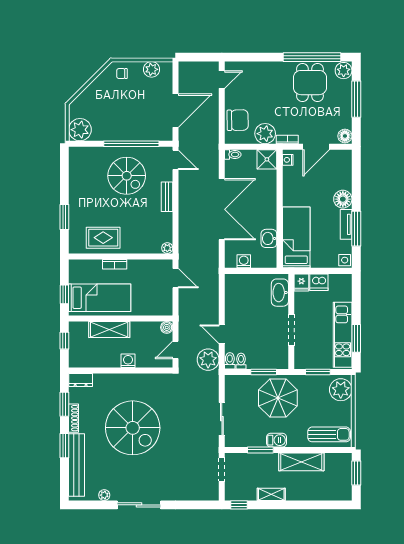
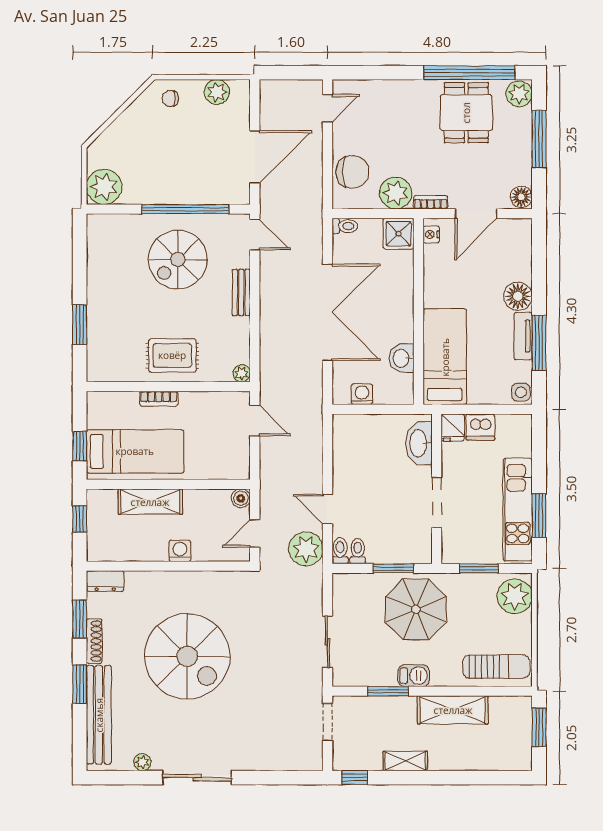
spiral stairs: (127, 176) -> (178, 259), turned 90
rug: (103, 238) -> (172, 355), moved

